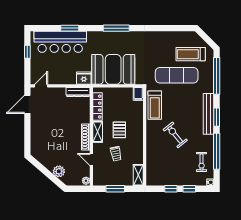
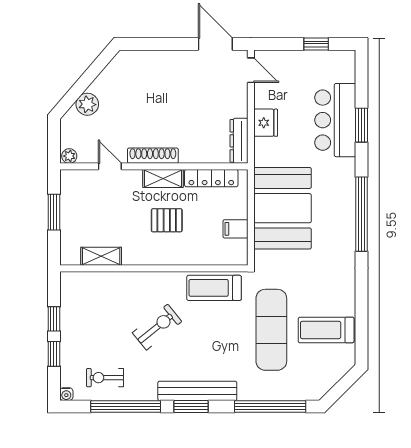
window: (116, 28) -> (362, 214), width x1.46
bar counter: (60, 42) -> (335, 120), width x0.73
treadmill: (191, 54) -> (326, 330), moved, turned -90
fridge: (84, 78) -> (266, 123), moved
filing cabinet: (138, 94) -> (235, 229), moved
trolley: (116, 154) -> (121, 214), removed
door: (91, 159) -> (110, 166), hinge flipped
shelving: (138, 175) -> (101, 256), moved

